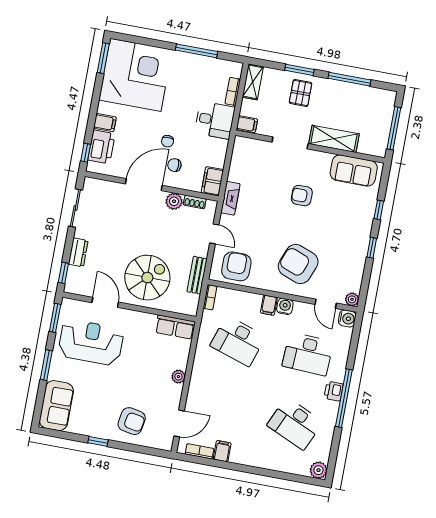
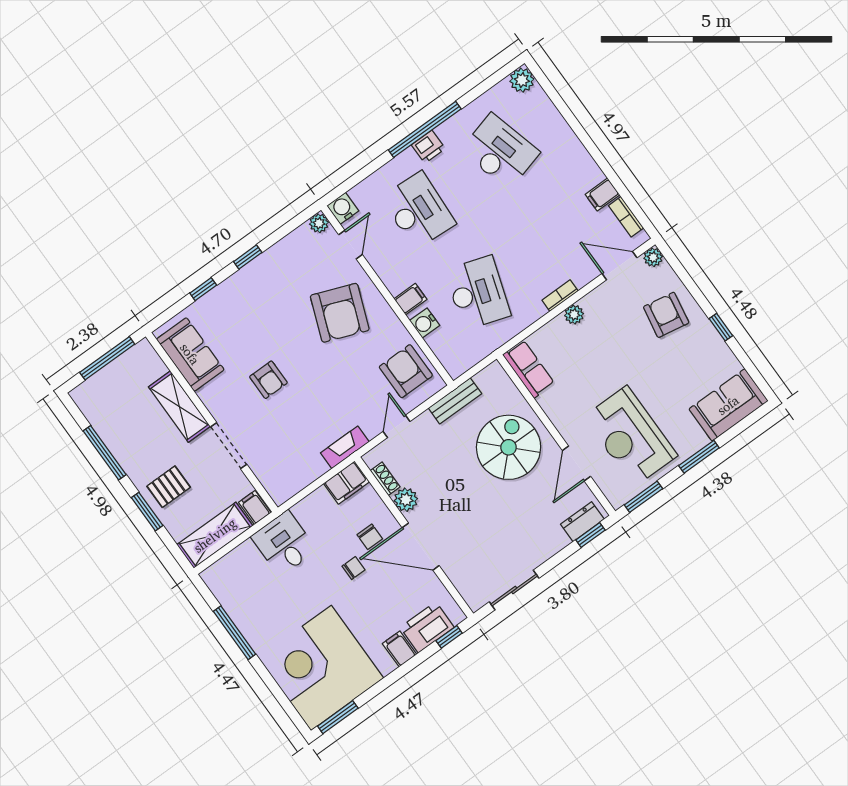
shelving: (253, 82) -> (215, 535), width x1.50, depth x1.33
bookcase: (233, 91) -> (237, 555), removed
dresser: (78, 252) -> (582, 522), moved
armchair: (236, 266) -> (406, 371), turned 90
spiral stairs: (147, 278) -> (509, 447), turned 90
bookcase: (210, 297) -> (560, 296), moved
water cooler: (285, 306) -> (425, 323), moved
desk: (295, 424) -> (500, 151), turned -39
plant: (166, 444) -> (653, 257), added

